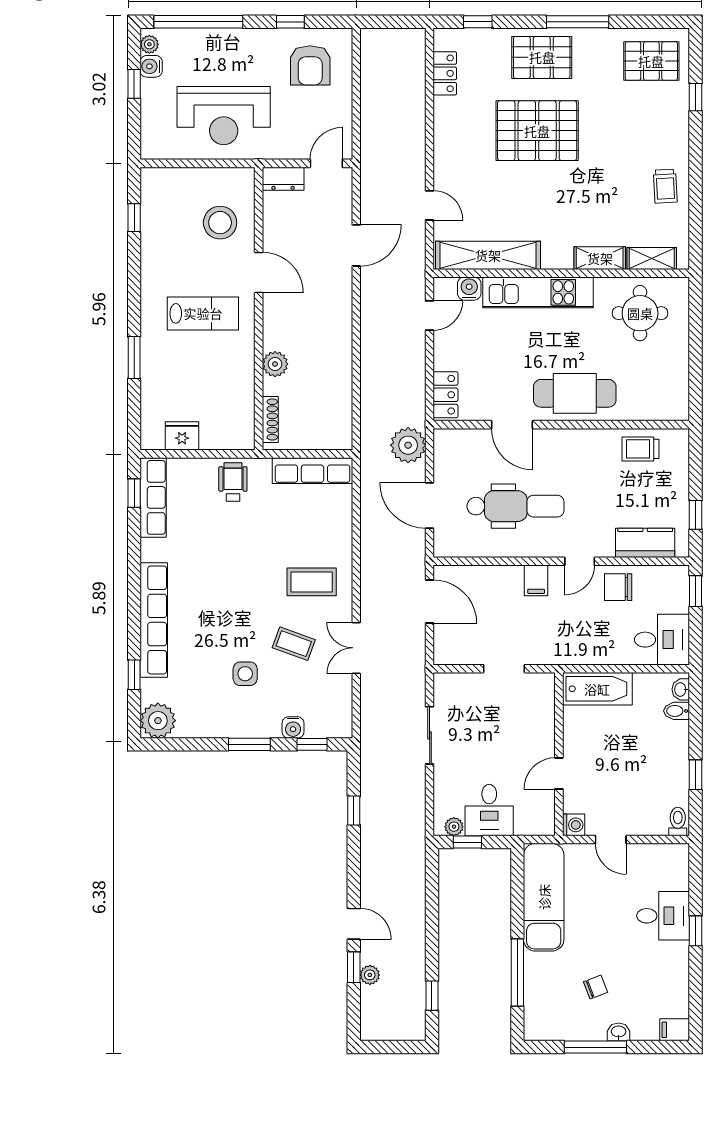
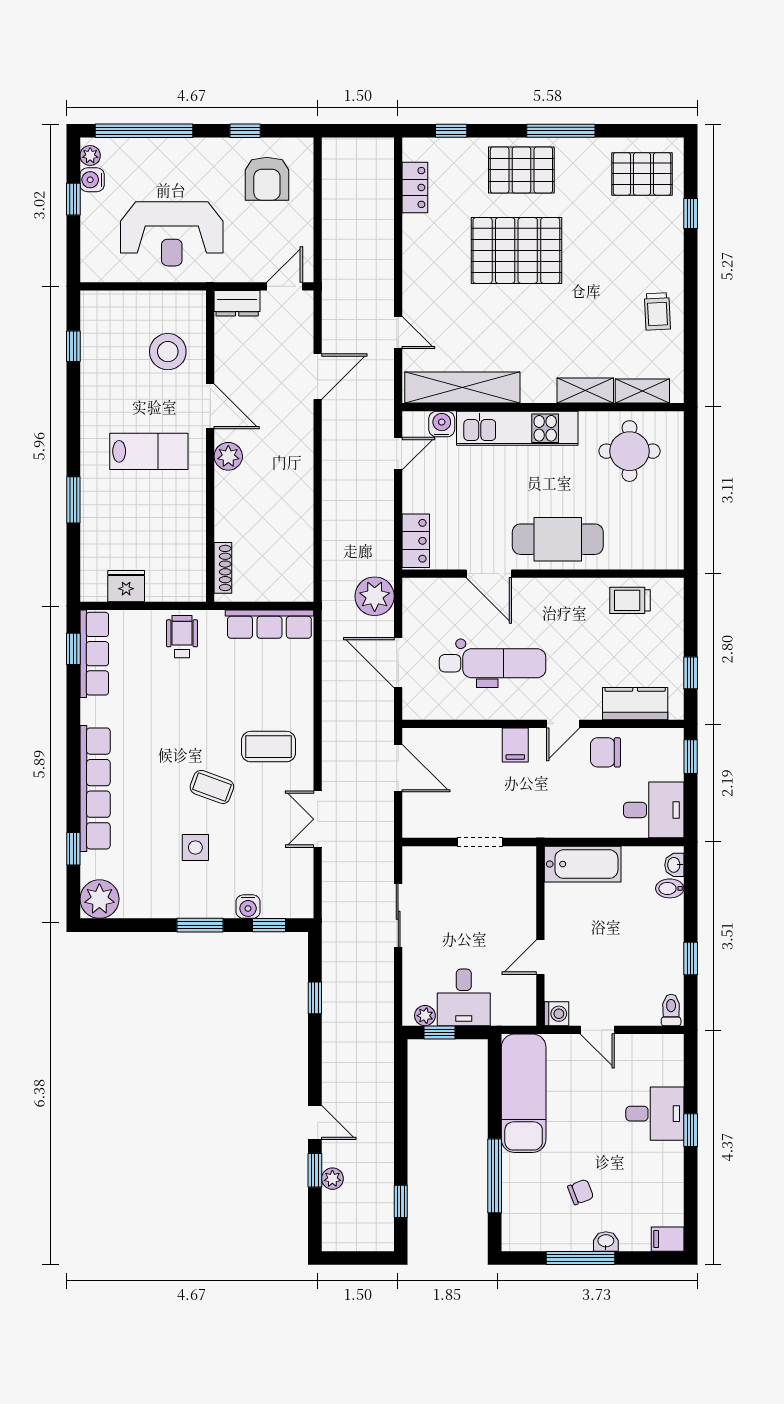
plant: (275, 364) -> (228, 456), moved
coffee table: (294, 644) -> (212, 787), moved

